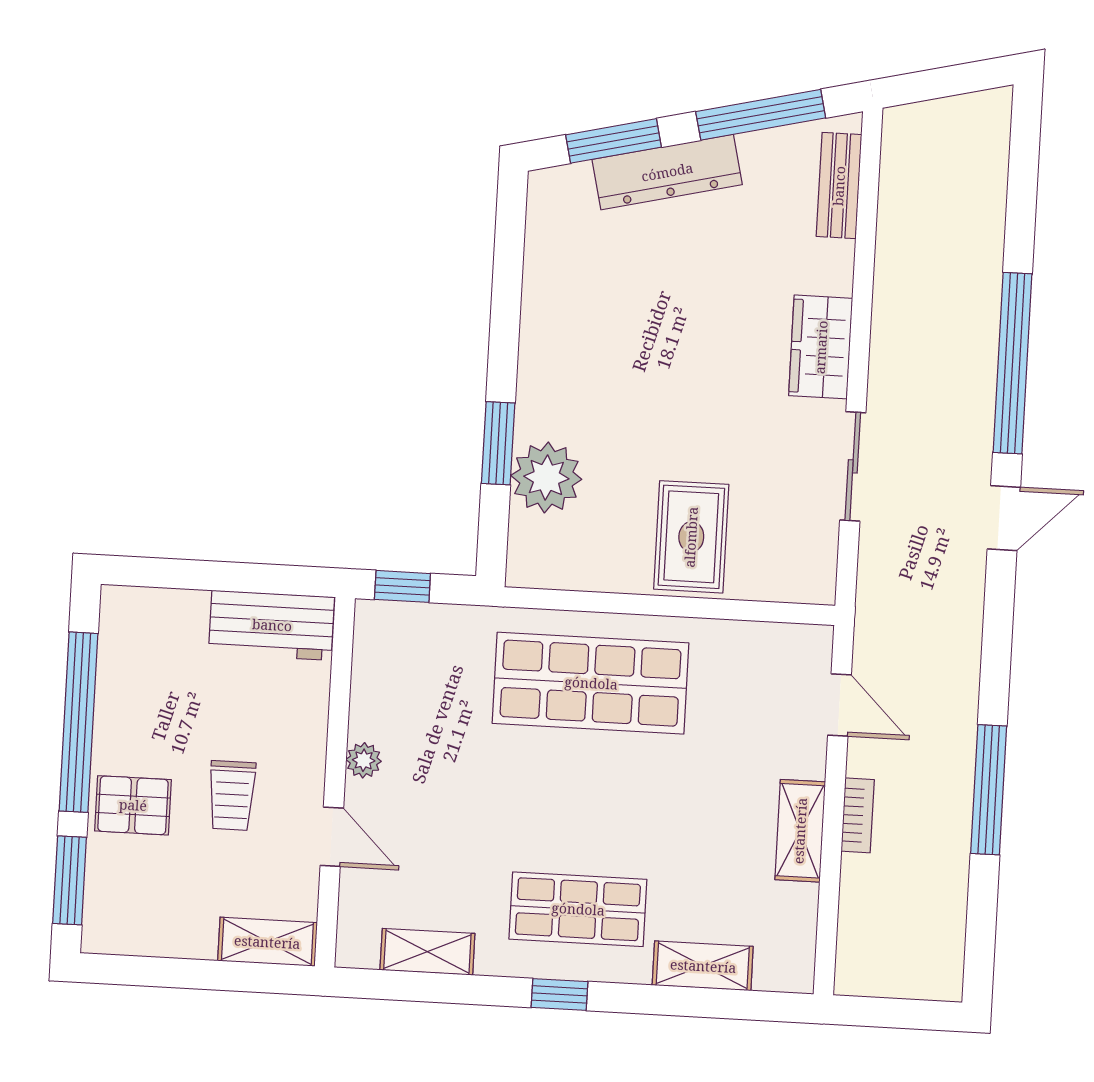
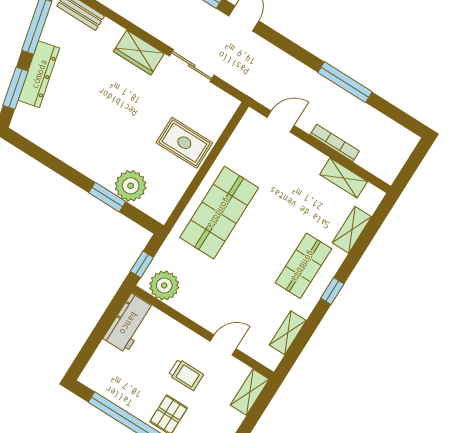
plant: (364, 760) -> (164, 285), moved, width x1.87, depth x1.87
bookcase: (858, 815) -> (335, 143), width x1.56
shelving: (800, 831) -> (344, 178), moved

